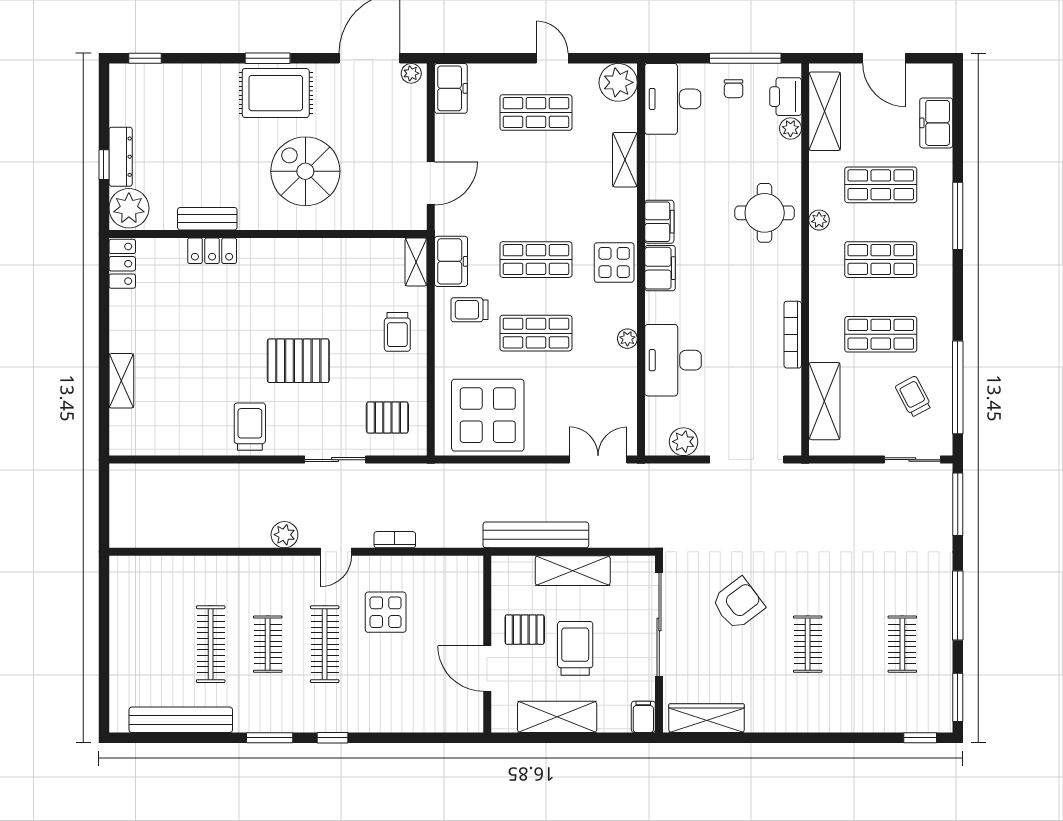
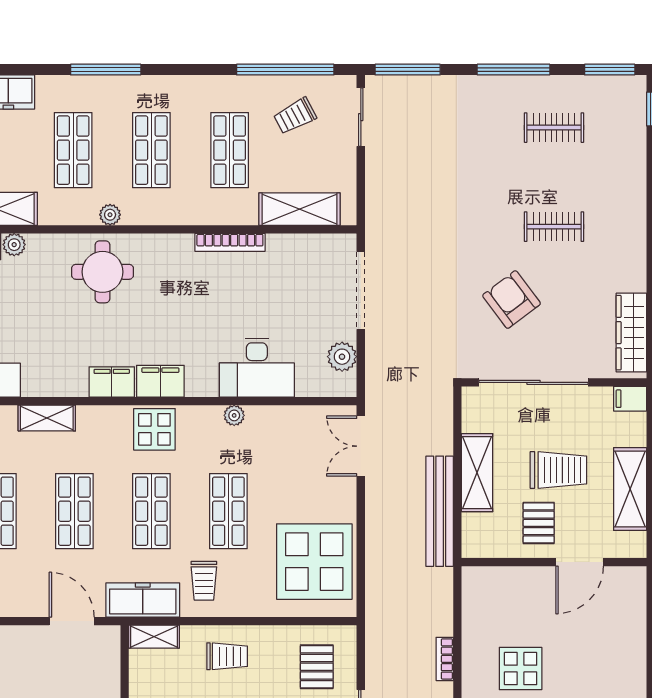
shop shelf: (536, 186) -> (74, 511), added
freezer: (451, 261) -> (143, 600), width x1.40
trolley: (575, 648) -> (558, 470), turned 180

